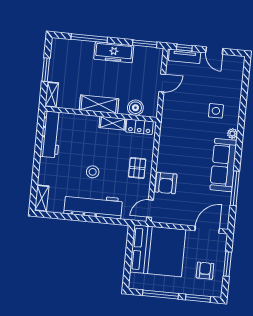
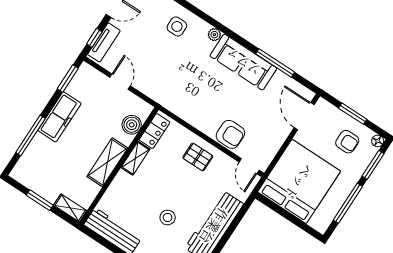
side table: (216, 111) -> (177, 26), moved
stool: (93, 172) -> (168, 217), moved
armchair: (205, 271) -> (347, 142), turned 180
floor lamp: (217, 292) -> (378, 141), added

